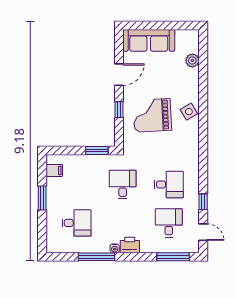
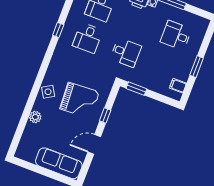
plant: (192, 60) -> (35, 117), moved
desk: (123, 184) -> (126, 52), turned -90
desk: (169, 184) -> (88, 38), turned -90
window: (203, 202) -> (58, 30), moved

